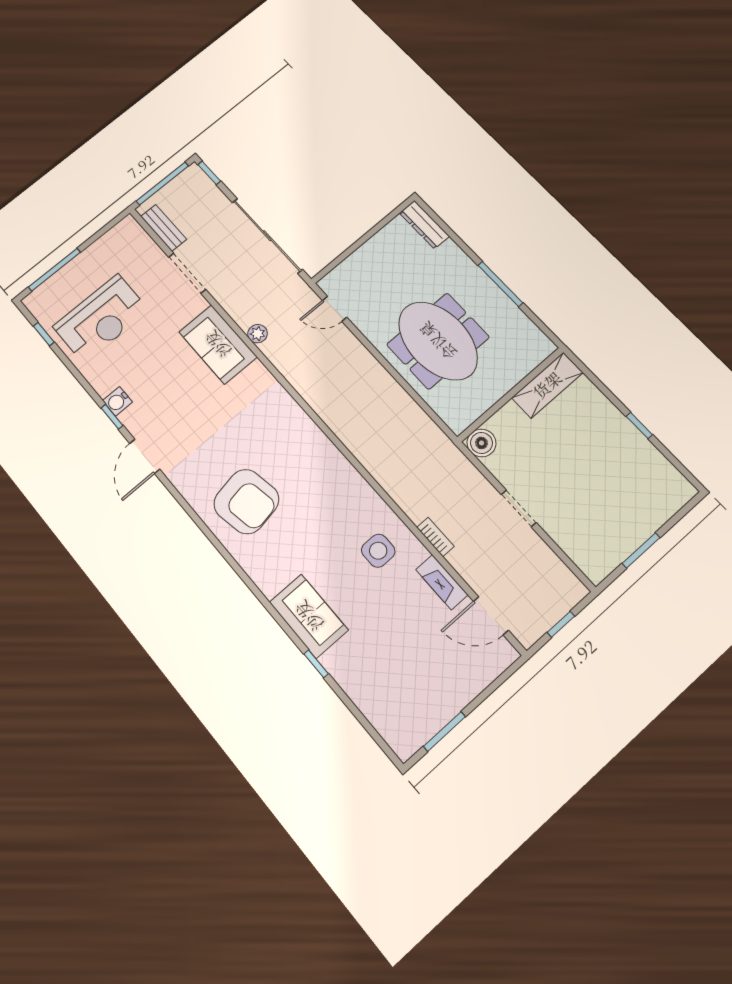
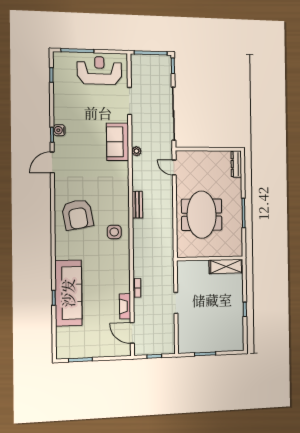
bench: (164, 228) -> (137, 205), moved
reception desk: (101, 318) -> (99, 70), moved, turned 180
boiler: (481, 443) -> (184, 267), removed
side table: (378, 551) -> (114, 232), moved
sofa: (309, 616) -> (68, 293), width x1.85, depth x1.27

